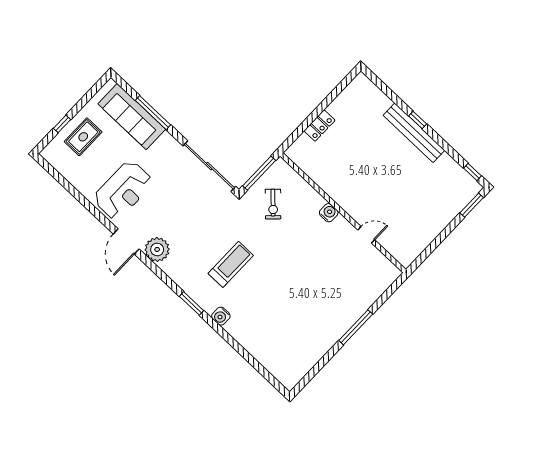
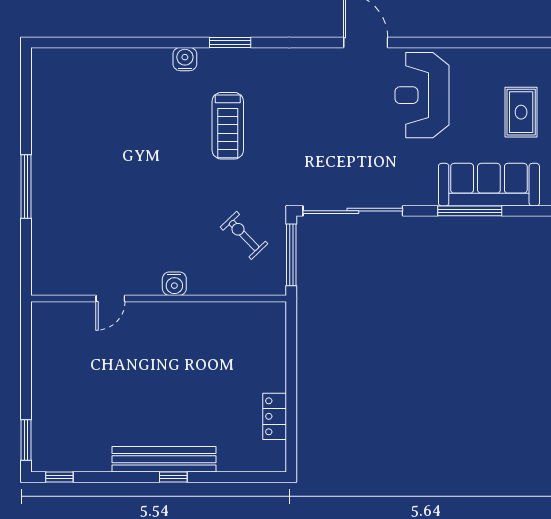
locker: (319, 126) -> (275, 416), moved
plant: (157, 249) -> (324, 66), removed

